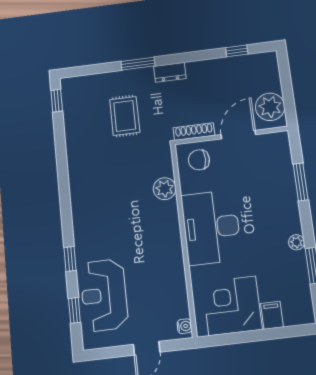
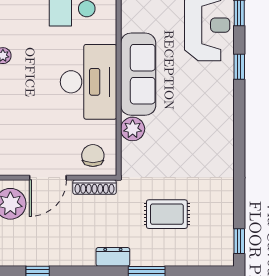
rug: (125, 116) -> (167, 214), turned 90
chair: (199, 160) -> (93, 156), turned -91
sofa: (165, 240) -> (138, 74), added

